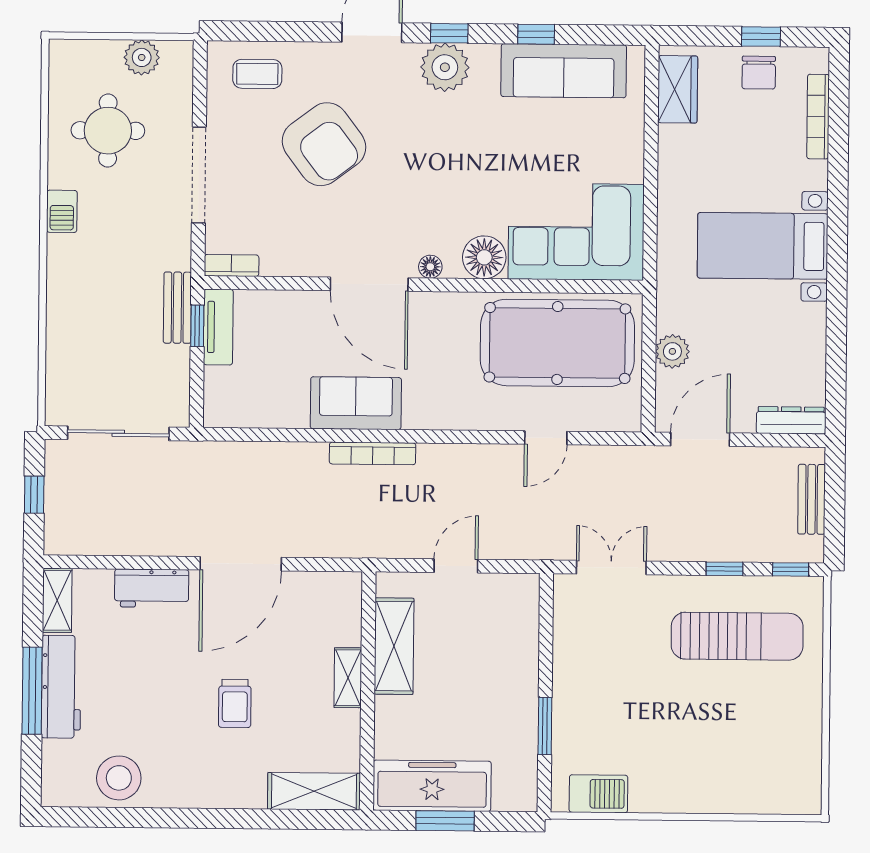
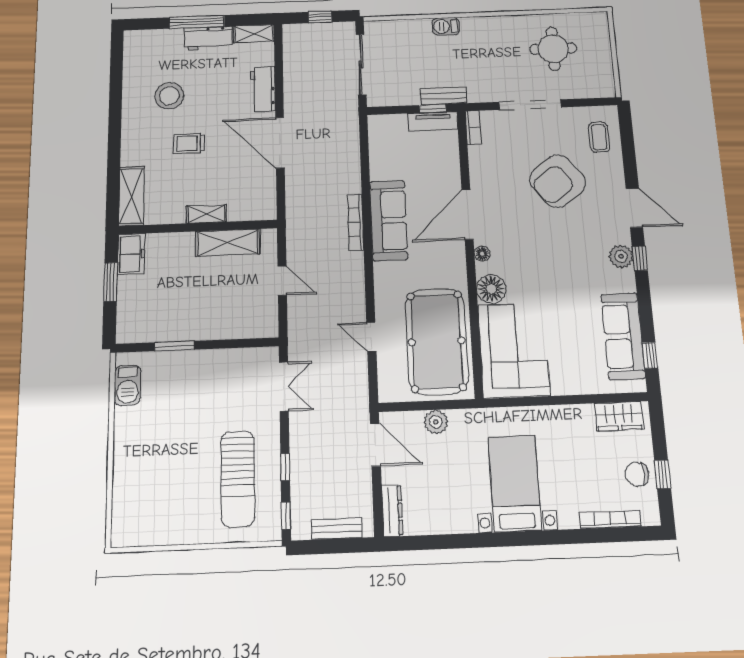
window: (536, 34) -> (650, 355), moved
plant: (142, 57) -> (602, 66), removed
plant: (445, 67) -> (621, 256), width x0.73, depth x0.73
barbecue: (62, 211) -> (446, 26), moved
sofa: (356, 403) -> (389, 220), width x1.36
workbench: (61, 687) -> (208, 38), width x0.73
stool: (119, 778) -> (169, 96), moved
freezer: (432, 786) -> (131, 254), width x0.52, depth x0.79

